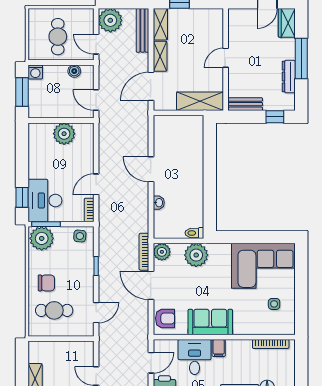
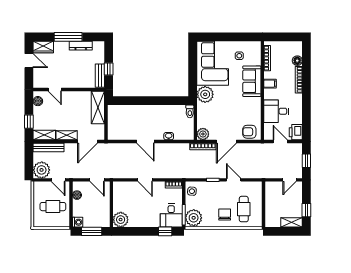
boiler: (209, 15) -> (38, 101), added
door: (96, 44) -> (58, 180), hinge flipped
door: (226, 58) -> (55, 89), moved
door: (151, 86) -> (88, 142), hinge flipped
door: (96, 100) -> (97, 180), hinge flipped
window: (275, 117) -> (109, 69), moved
plant: (64, 134) -> (121, 220), moved
door: (151, 169) -> (145, 142), hinge flipped
door: (96, 184) -> (145, 180), moved
desk: (45, 201) -> (171, 215), width x0.73
plant: (196, 255) -> (205, 94), moved
door: (96, 313) -> (234, 180), moved
armchair: (165, 318) -> (249, 132), turned -90
sofa: (210, 322) -> (252, 81), moved
filing cabinet: (219, 348) -> (270, 84), moved

